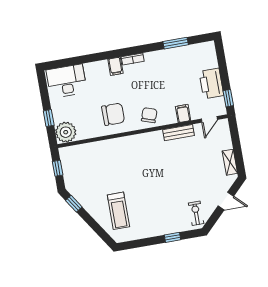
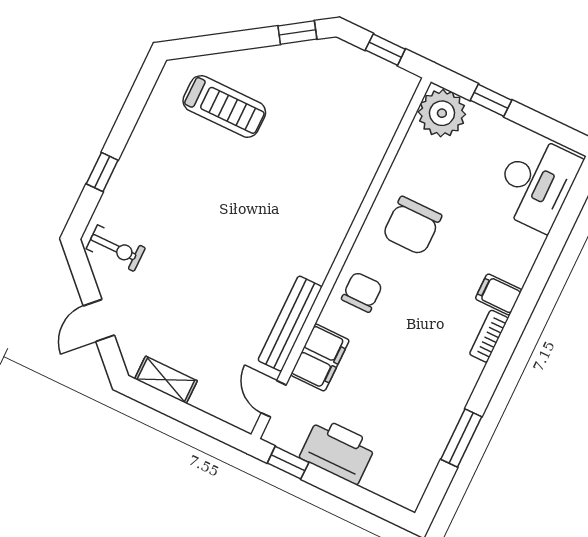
filing cabinet: (183, 113) -> (320, 358), width x2.00
chair: (149, 115) -> (362, 292), turned -109
bench: (179, 133) -> (290, 324), width x1.36
treadmill: (118, 211) -> (224, 106), turned 180

